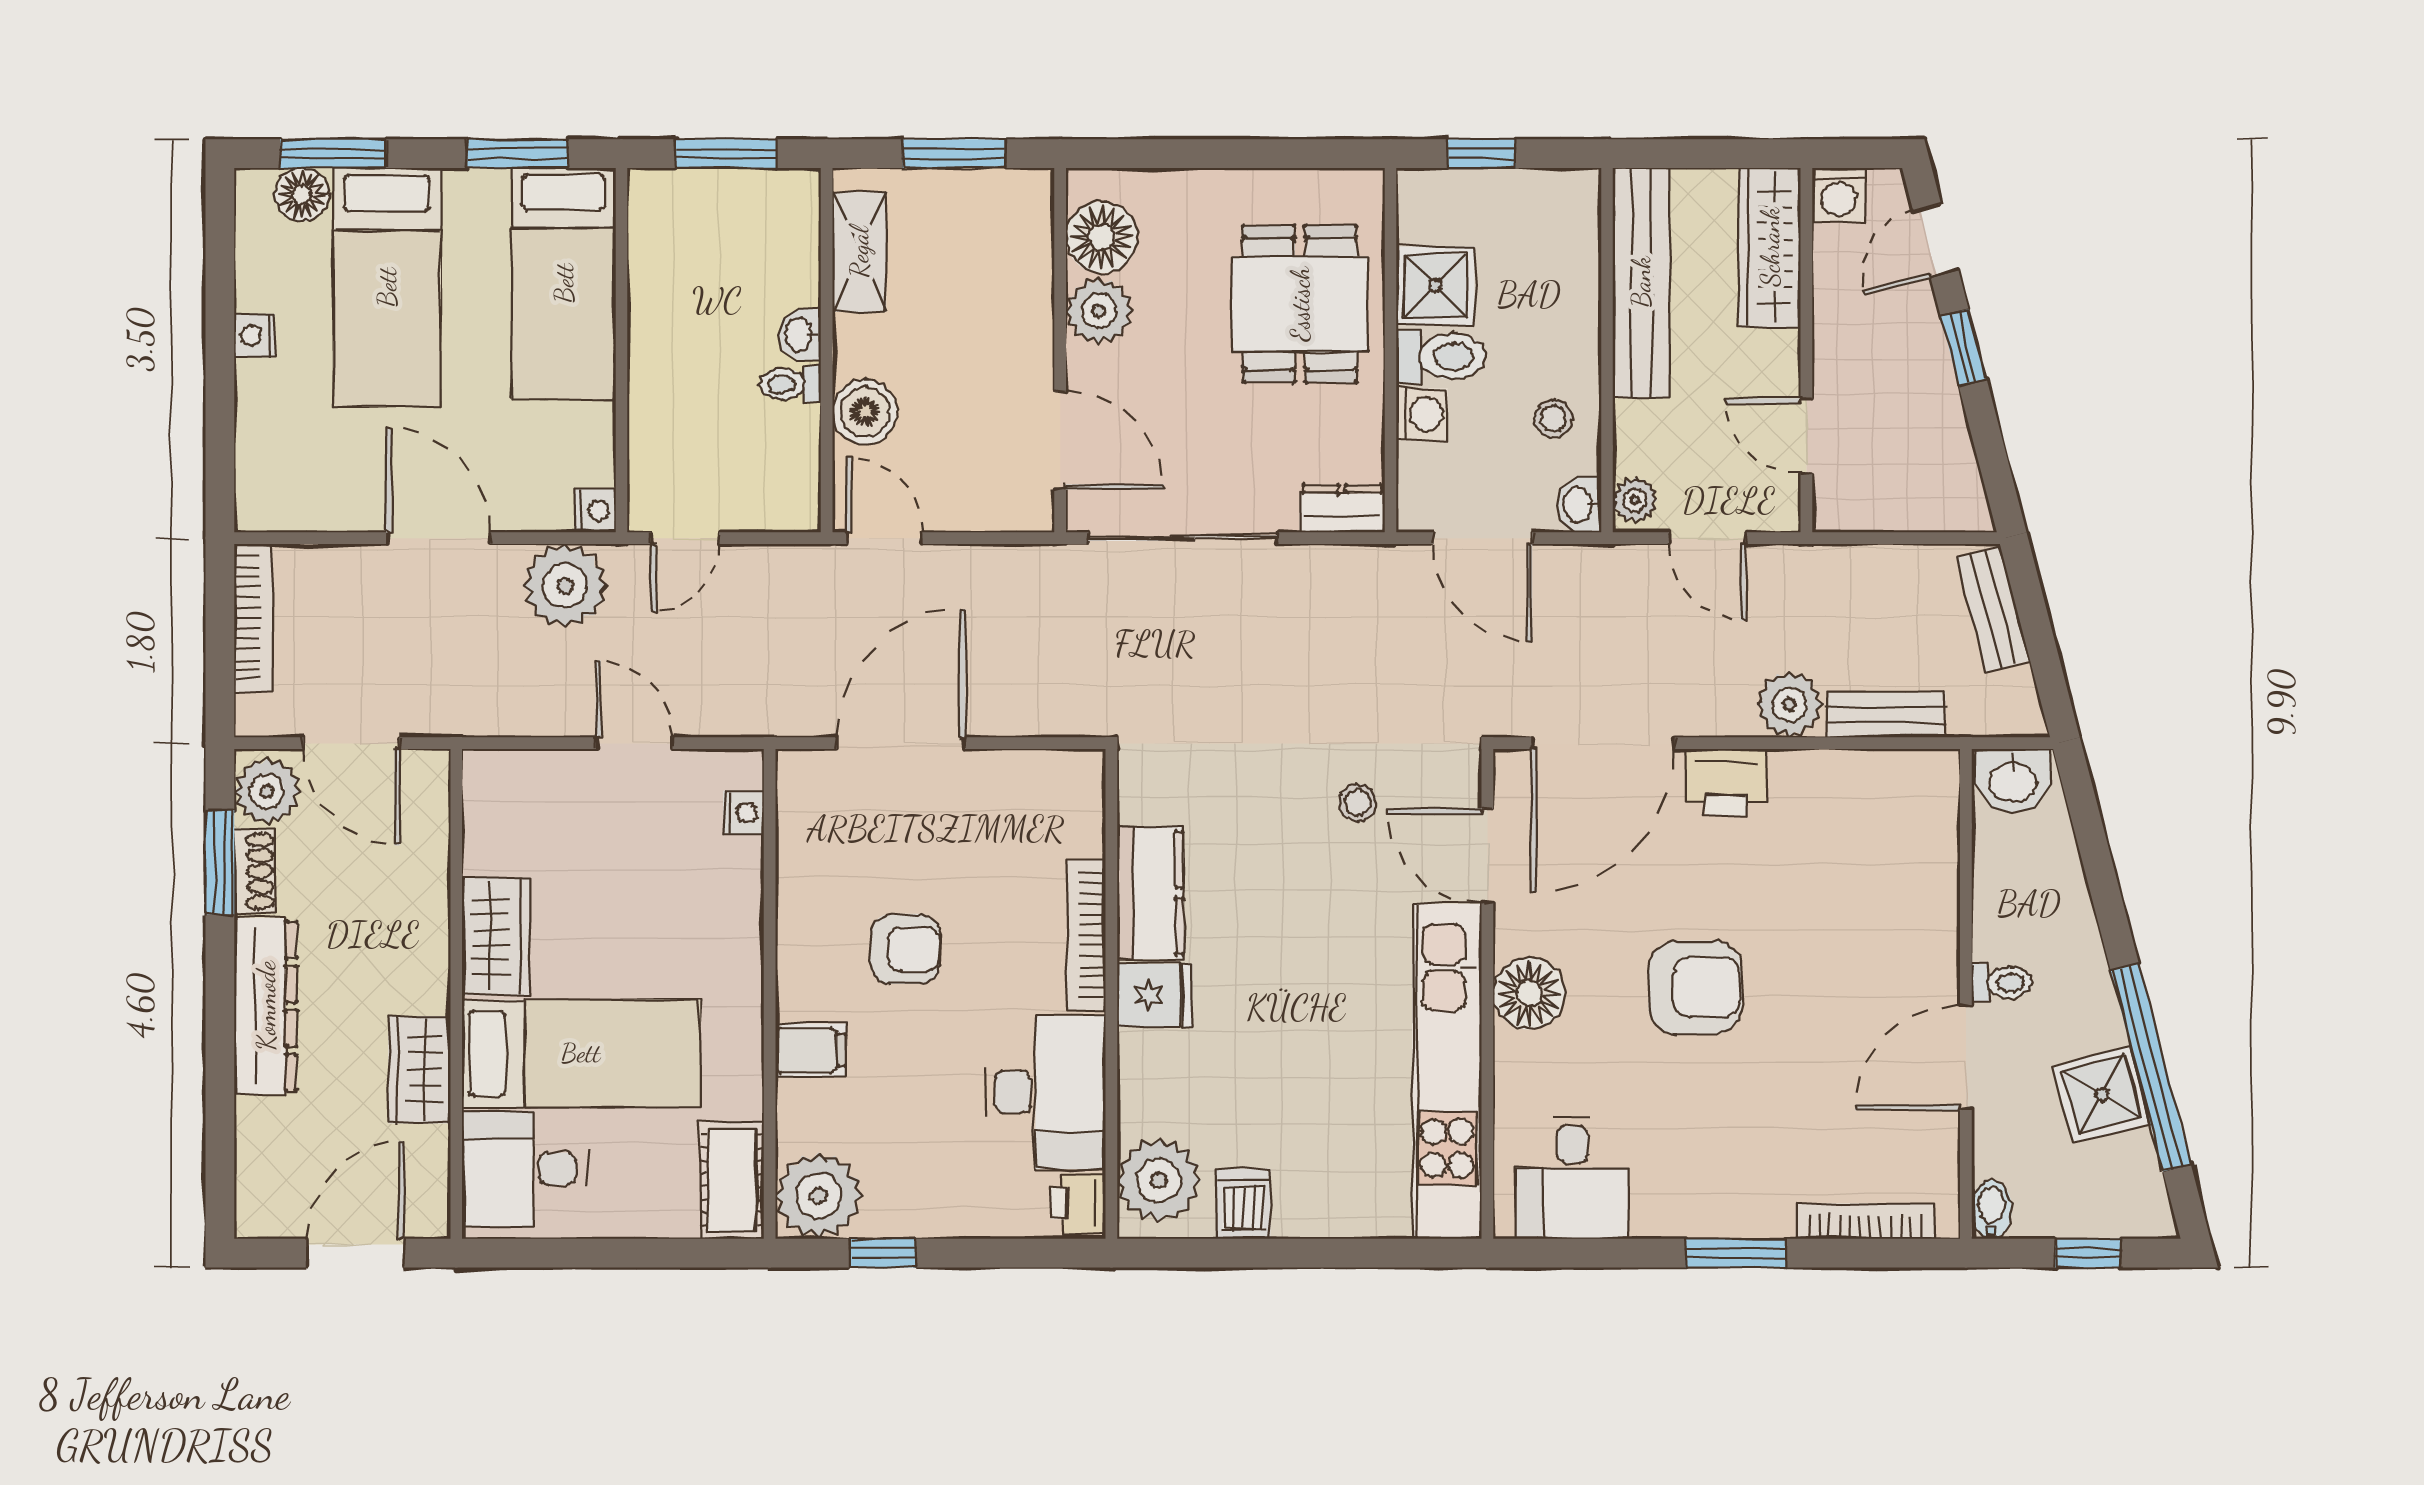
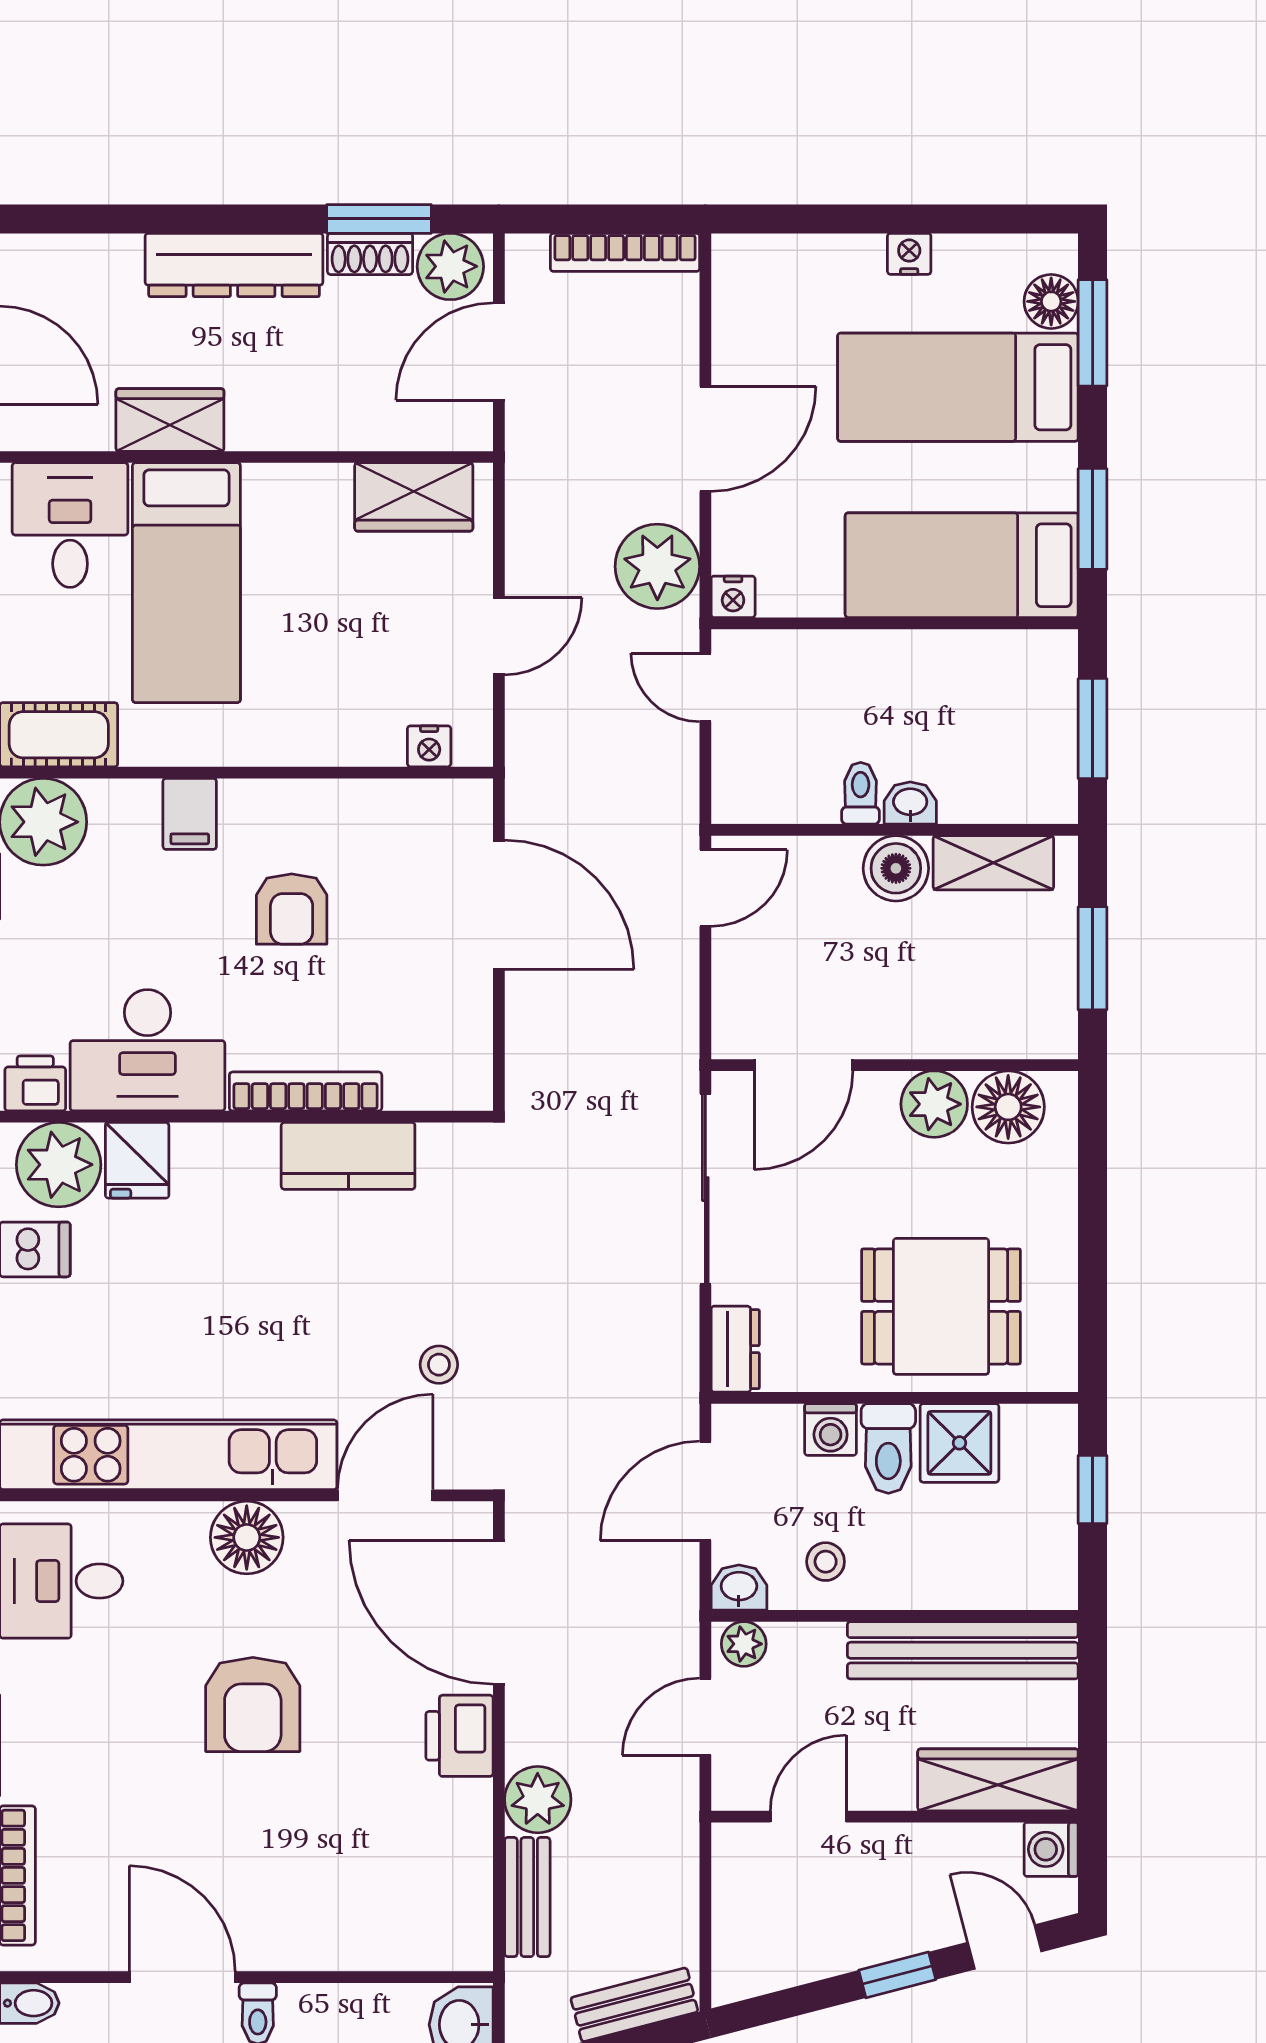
boiler: (865, 412) -> (896, 868), moved
wardrobe: (496, 937) -> (414, 497), moved
fridge: (1155, 995) -> (137, 1160), moved

